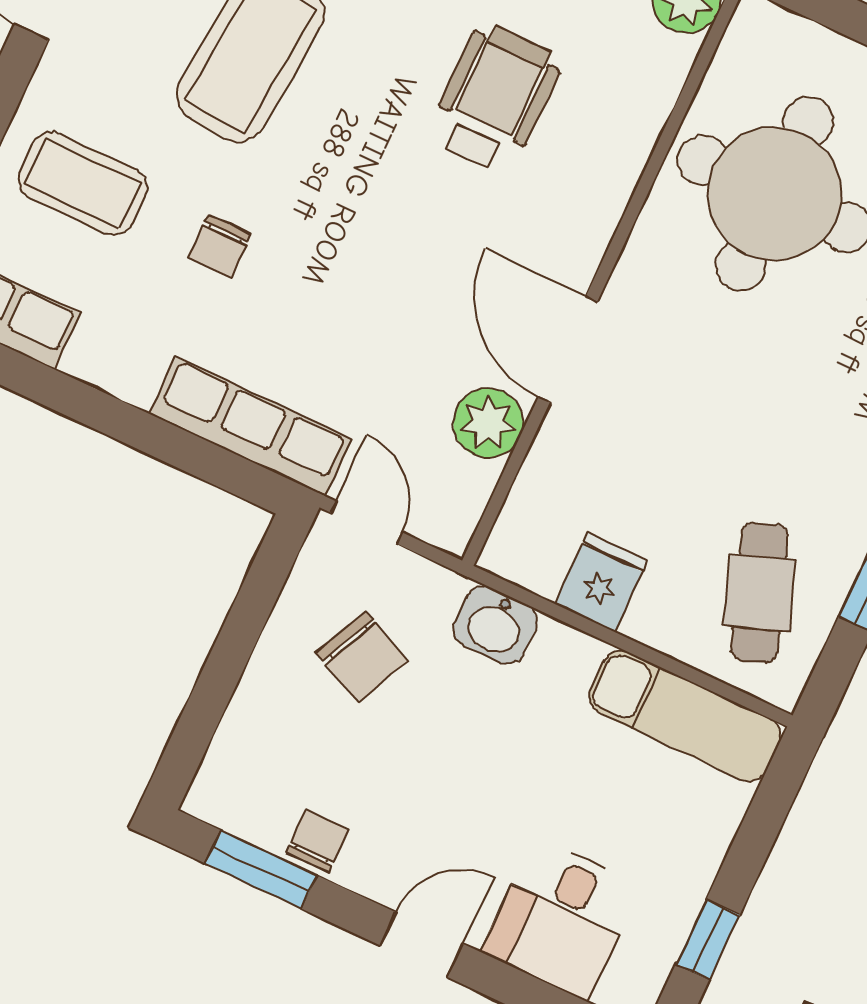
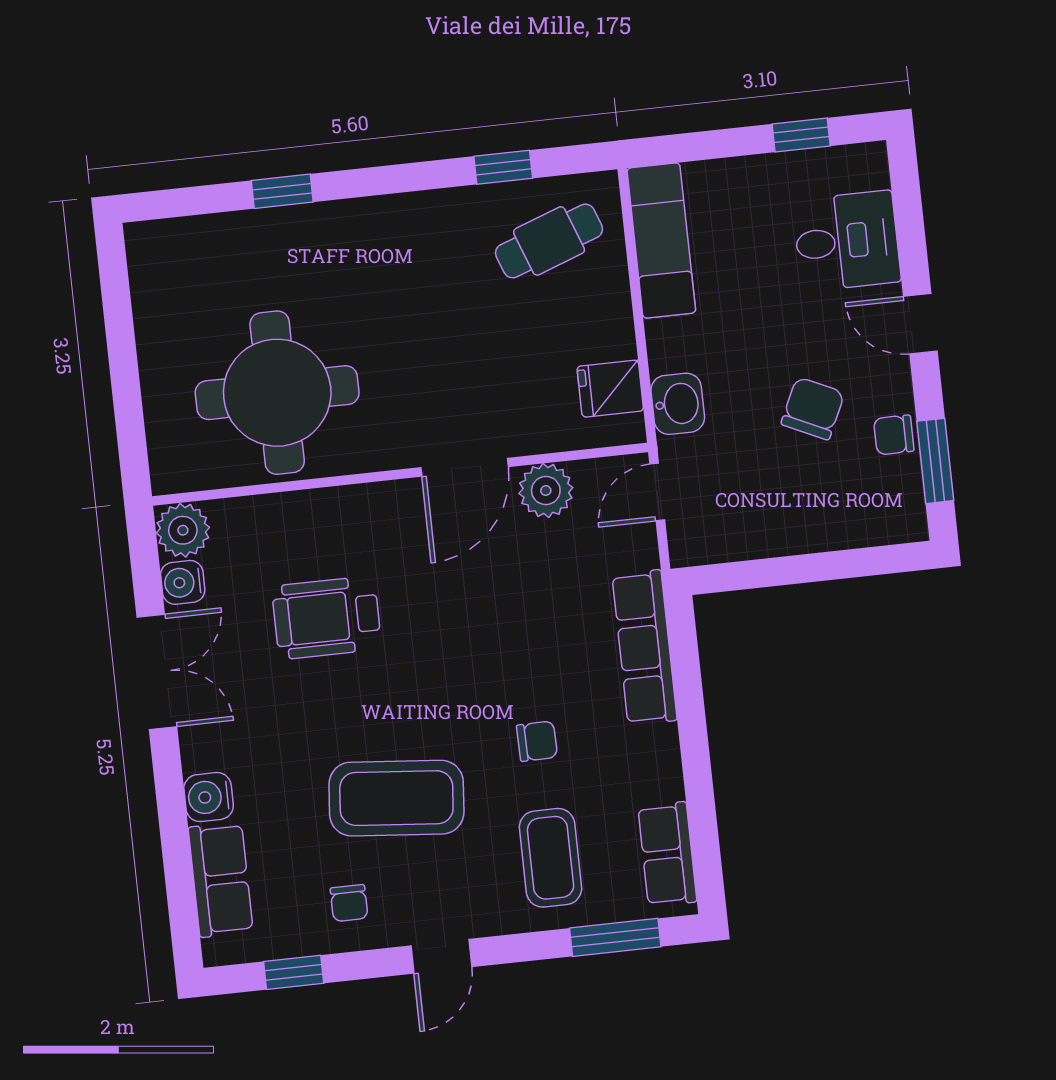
door: (367, 523) -> (657, 492), moved
fridge: (601, 582) -> (610, 389), moved
chair: (362, 657) -> (813, 408), moved

